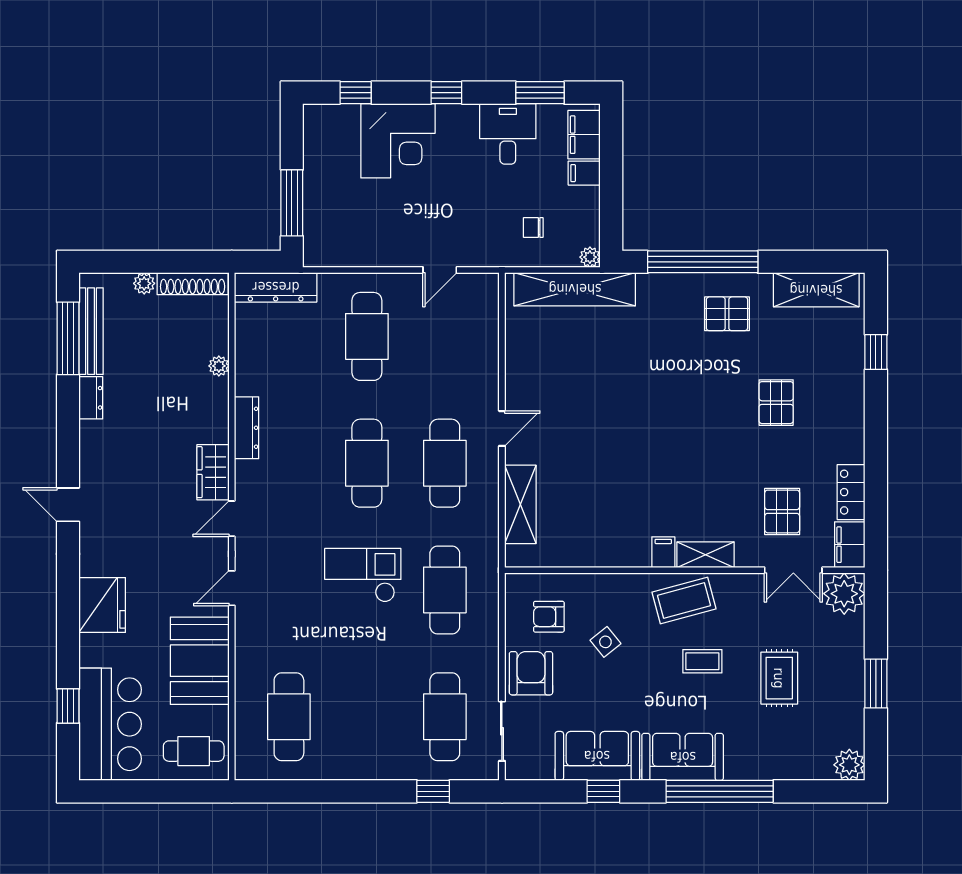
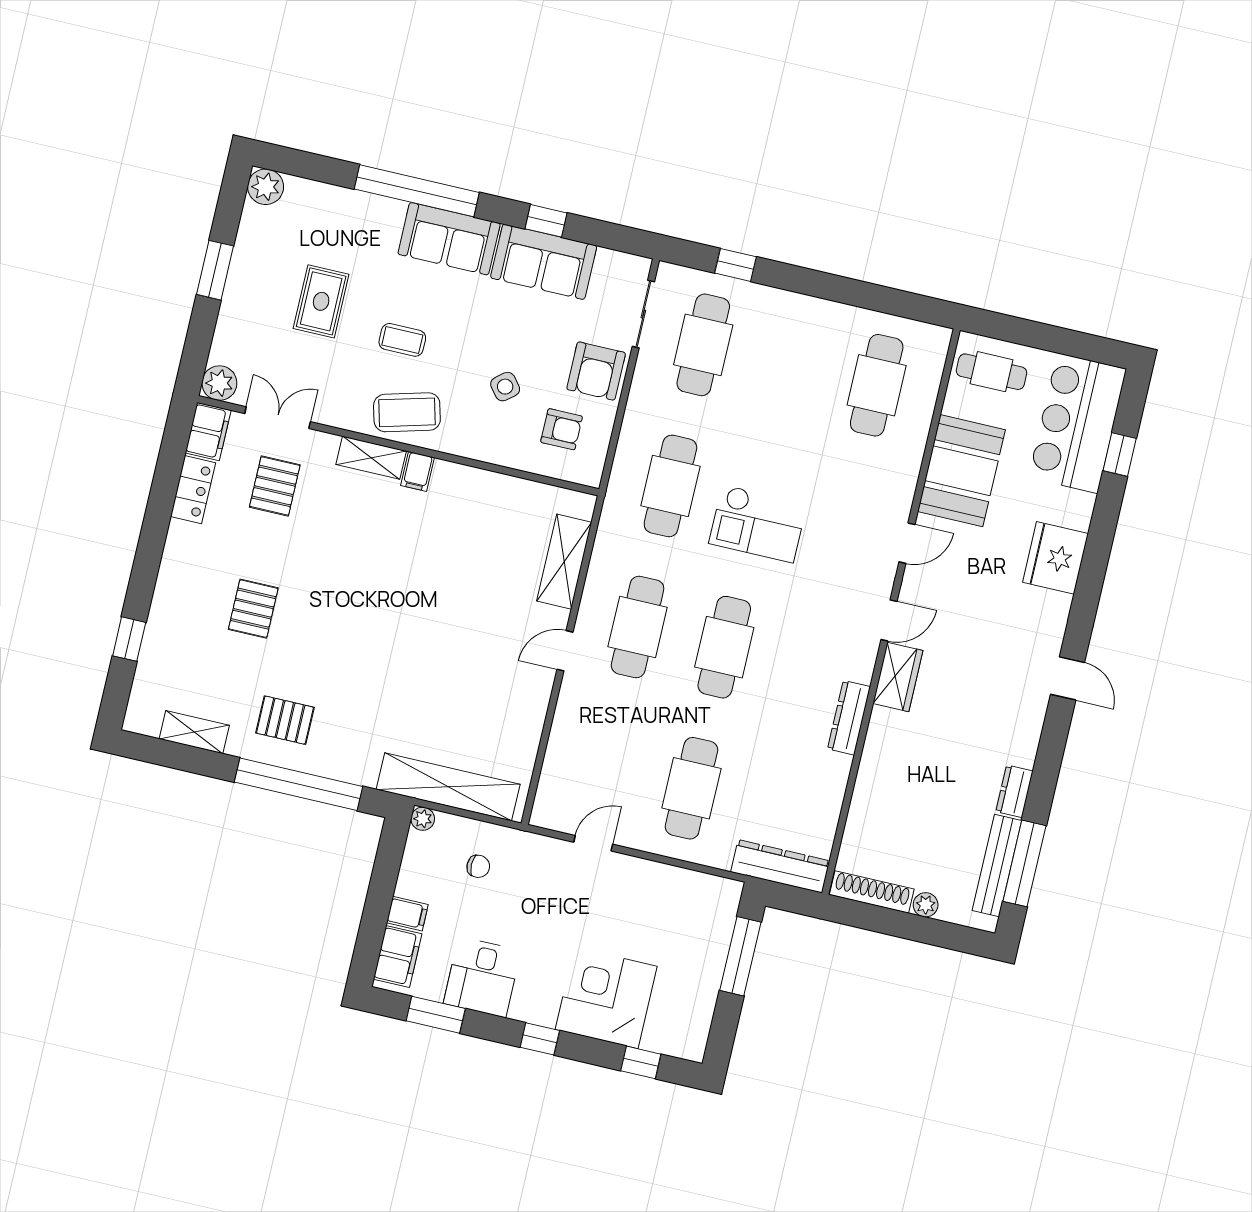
shelving: (816, 290) -> (194, 732), width x0.67, depth x0.75
plant: (219, 366) -> (864, 794), removed
plant: (844, 594) -> (219, 383), width x0.73, depth x0.73

